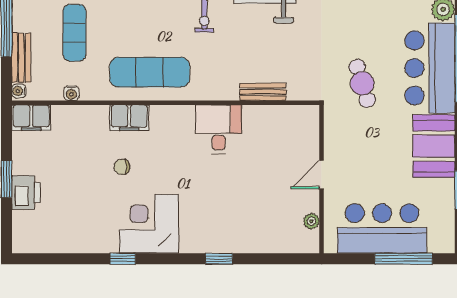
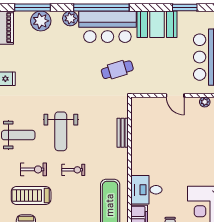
desk: (219, 129) -> (146, 190), moved

